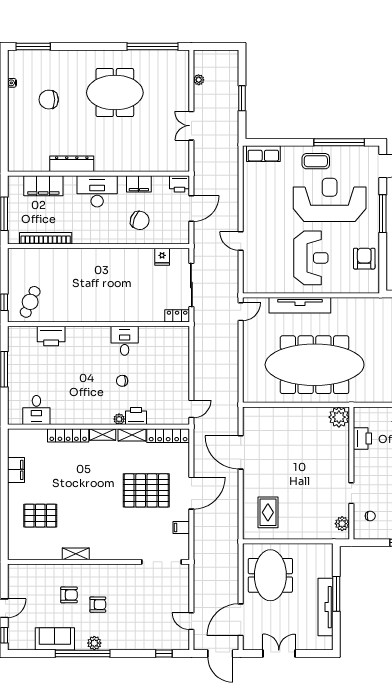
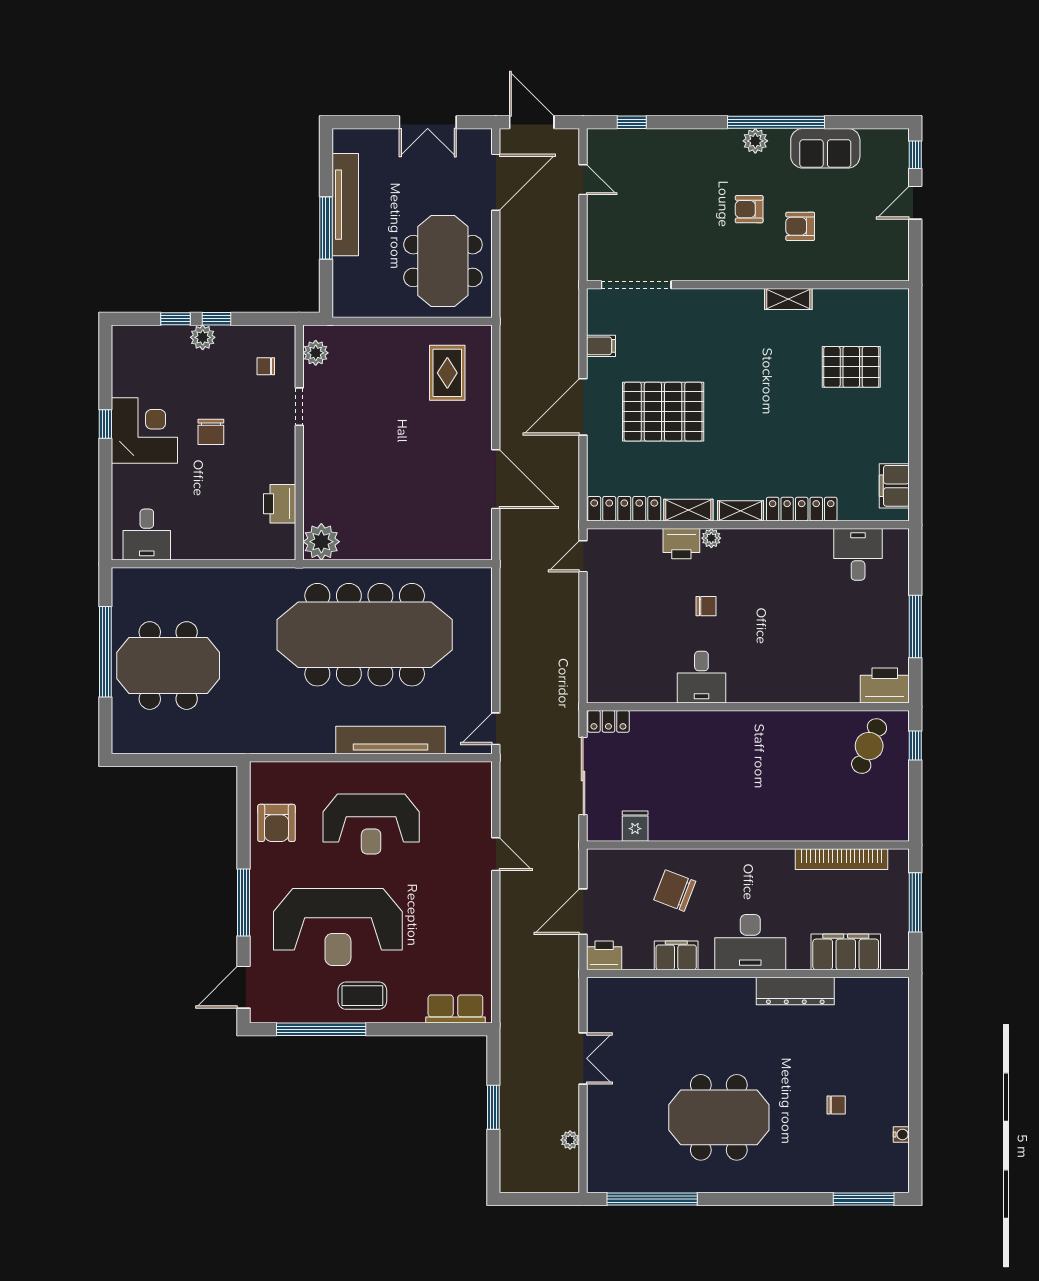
chair: (49, 100) -> (836, 1105), width x0.54, depth x0.54
reception desk: (311, 258) -> (371, 824), turned -90
printer: (51, 336) -> (885, 686), moved
filing cabinet: (16, 470) -> (894, 486), moved

